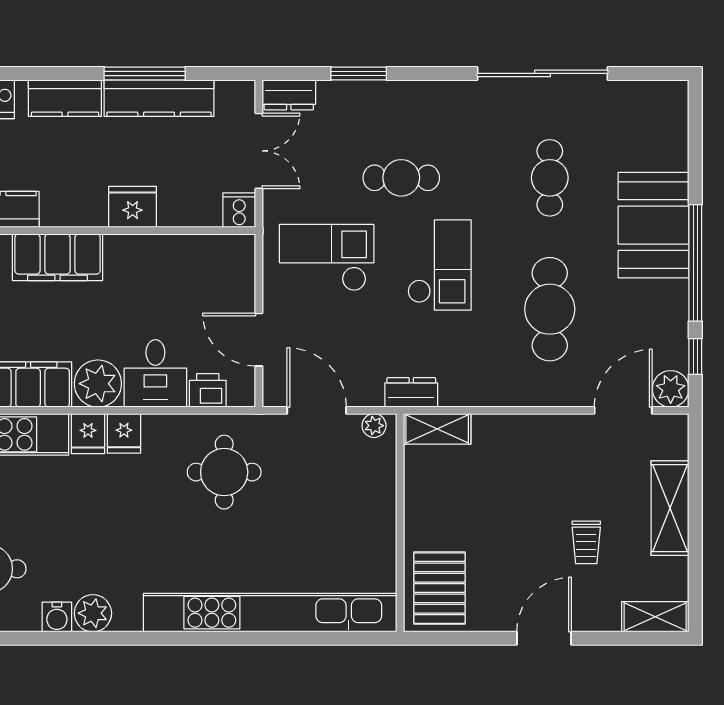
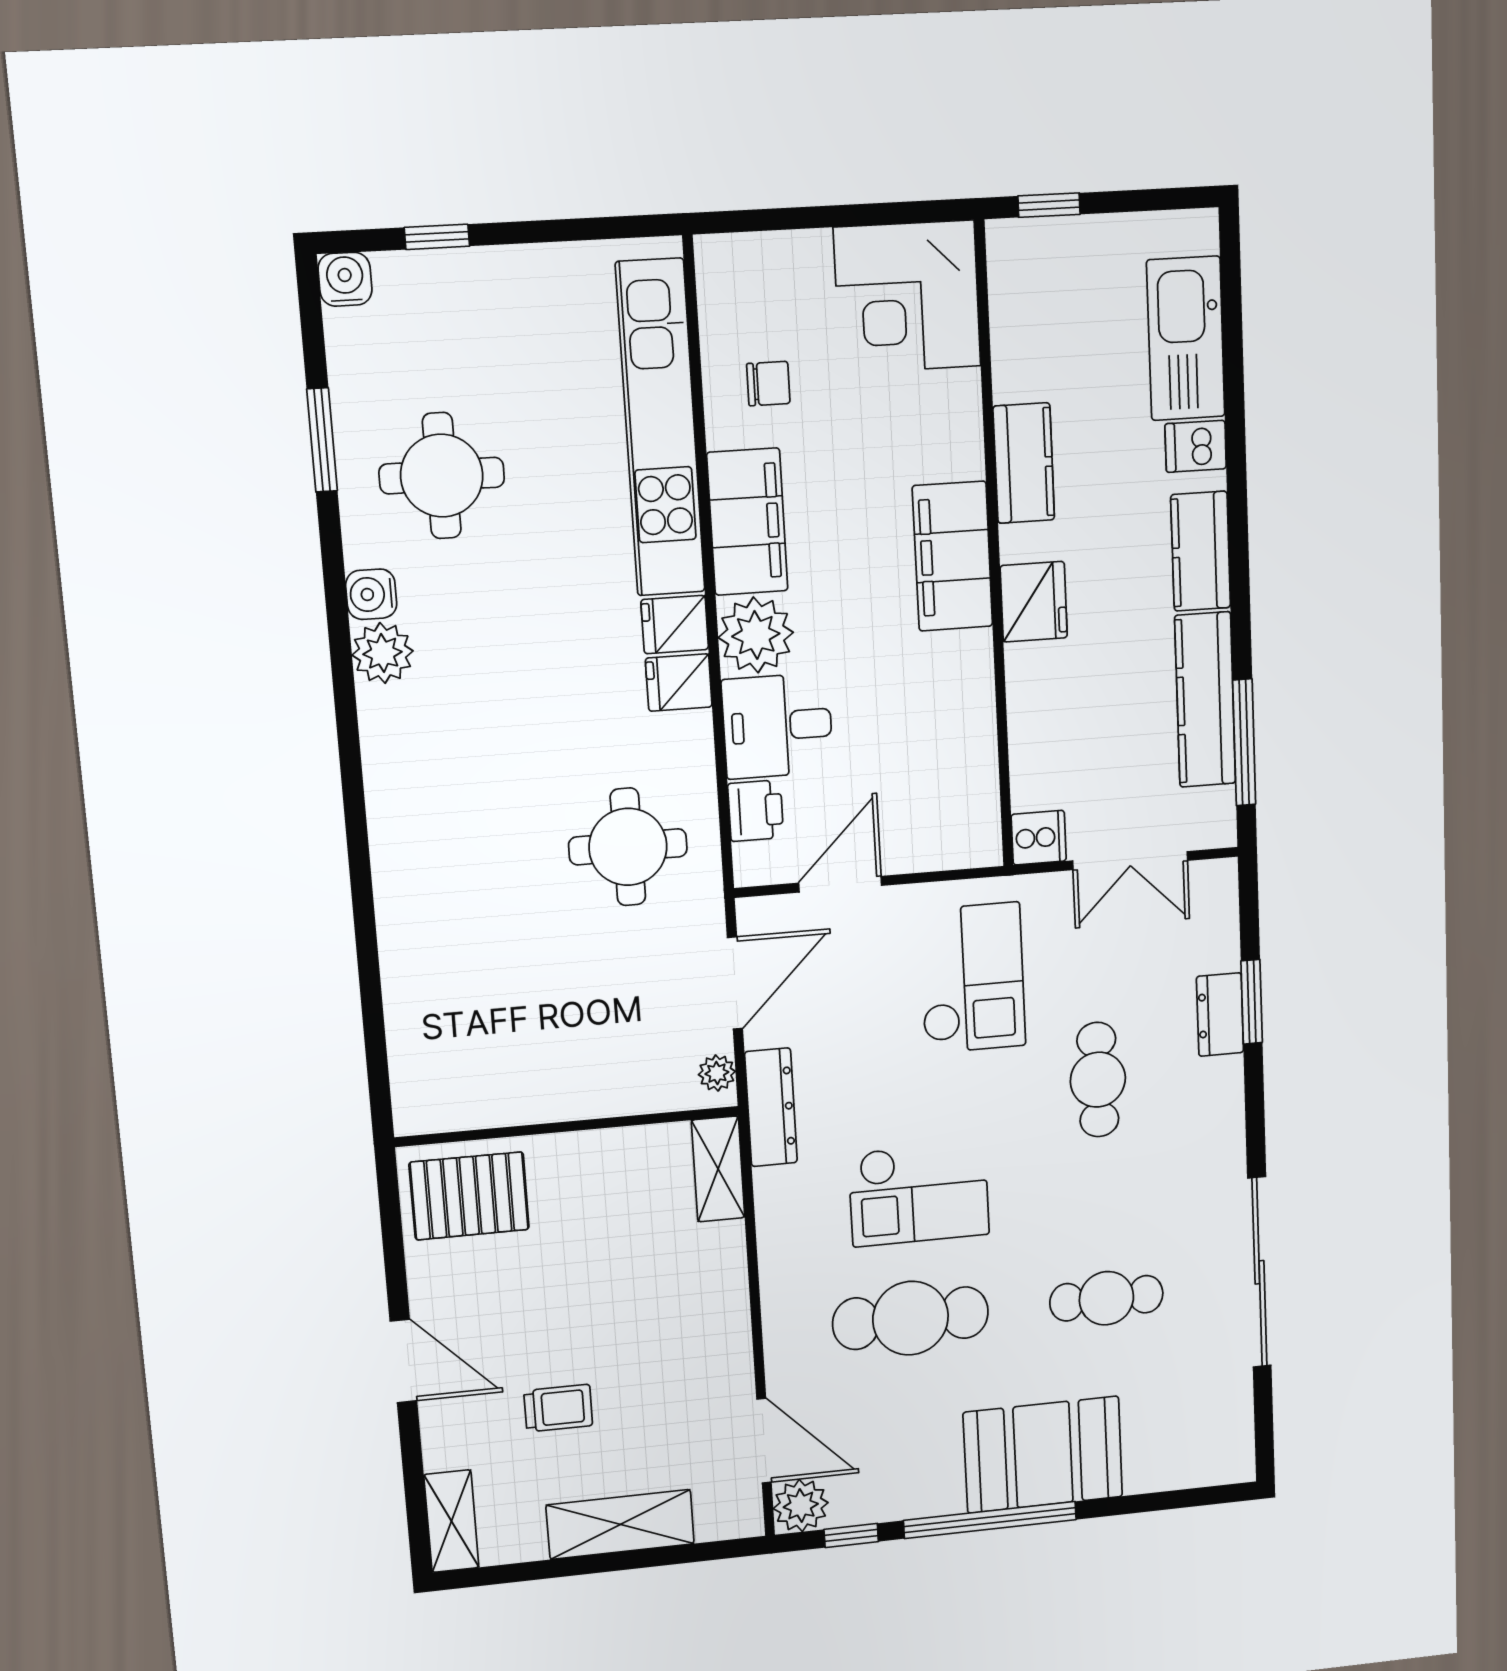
window: (145, 73) -> (1244, 742), moved
dresser: (289, 95) -> (1220, 1015), moved
fridge: (133, 207) -> (1034, 602), moved
checkout: (439, 265) -> (919, 1194), moved
dresser: (411, 392) -> (771, 1107), width x1.44
trolley: (586, 542) -> (558, 1408), turned 180
kitchen unit: (270, 613) -> (408, 938), removed

